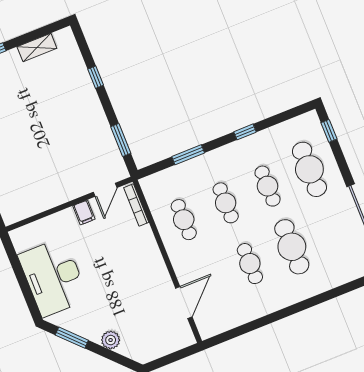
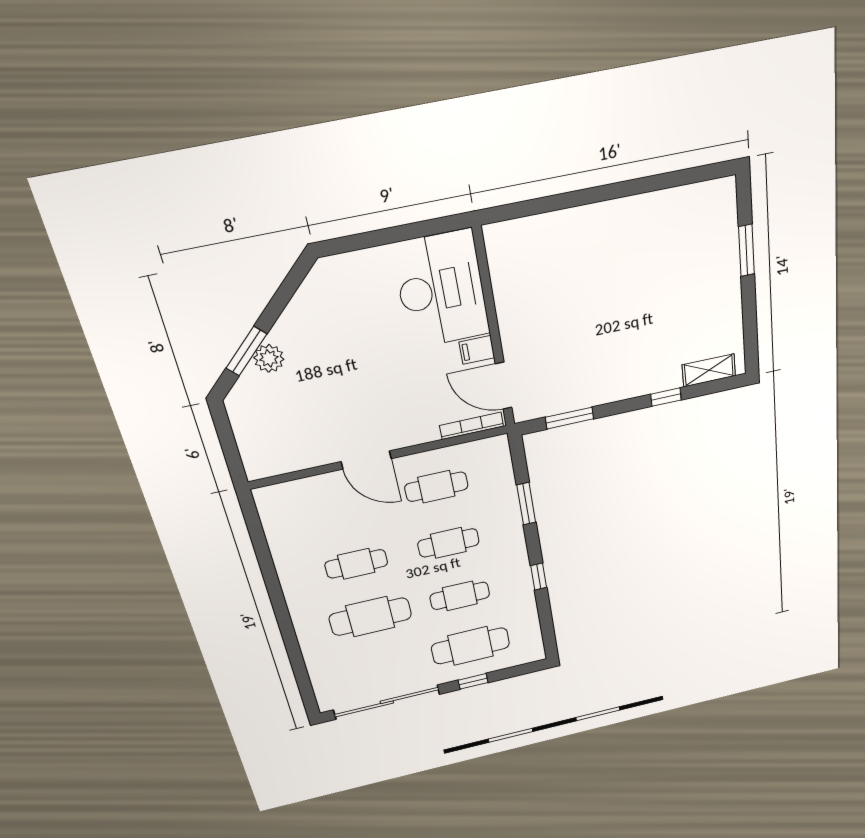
shelving: (37, 47) -> (709, 370), moved, turned 90
window: (329, 131) -> (473, 681), moved
door: (105, 190) -> (504, 386), width x1.38
desk: (53, 277) -> (441, 290), moved, turned 90
door: (184, 303) -> (366, 460), moved
window: (72, 338) -> (246, 351), moved

